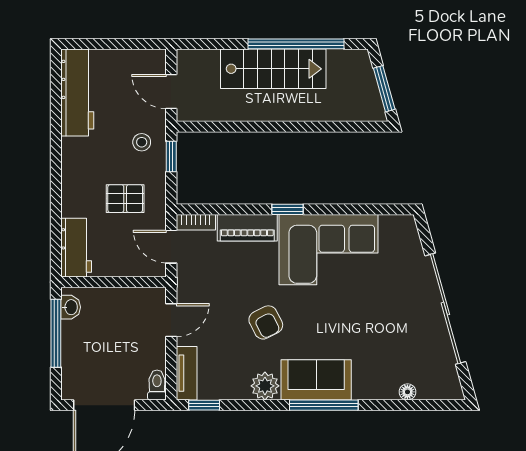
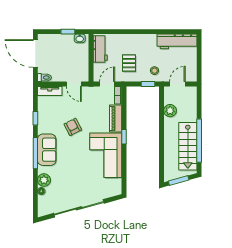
stairs: (273, 69) -> (188, 146), moved
plant: (230, 108) -> (170, 111), added
workbench: (76, 248) -> (100, 49), moved, turned -90
armchair: (266, 322) -> (73, 127), turned 90
window: (56, 333) -> (68, 32), width x0.46
plant: (265, 386) -> (44, 180), moved
window: (204, 405) -> (35, 118), moved

